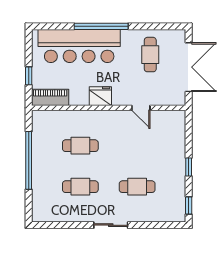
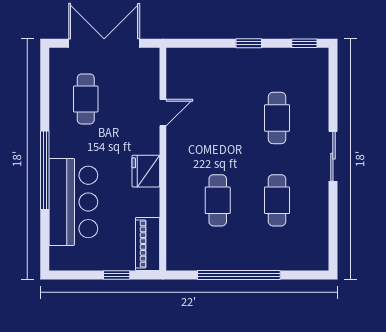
bar counter: (79, 46) -> (73, 202), width x0.73
cafe table: (150, 55) -> (86, 99), turned 90

